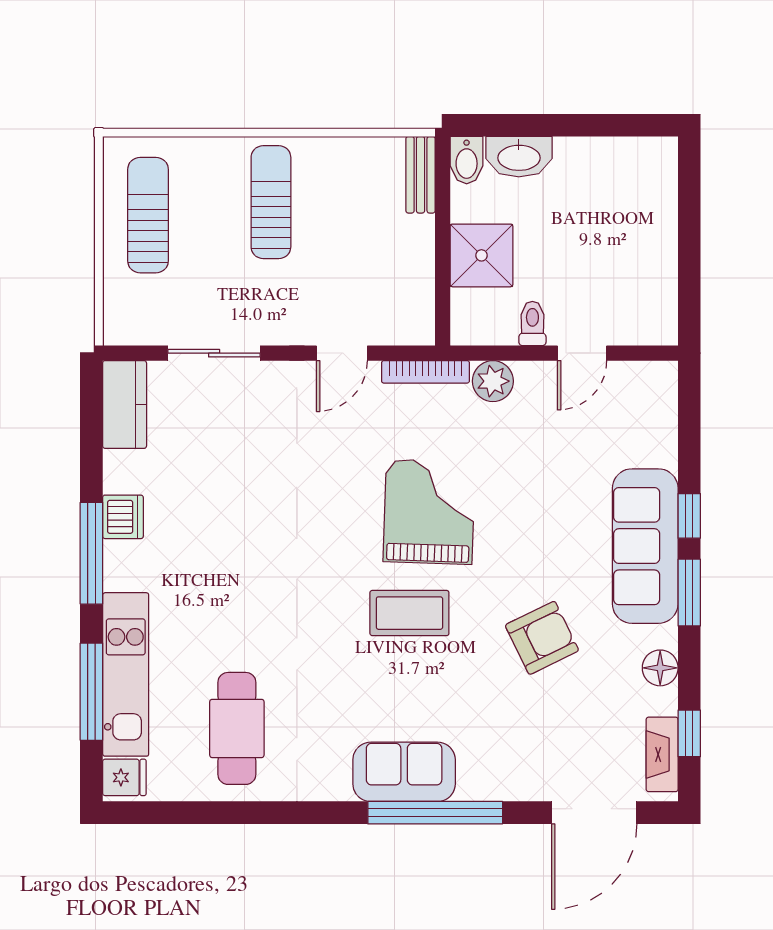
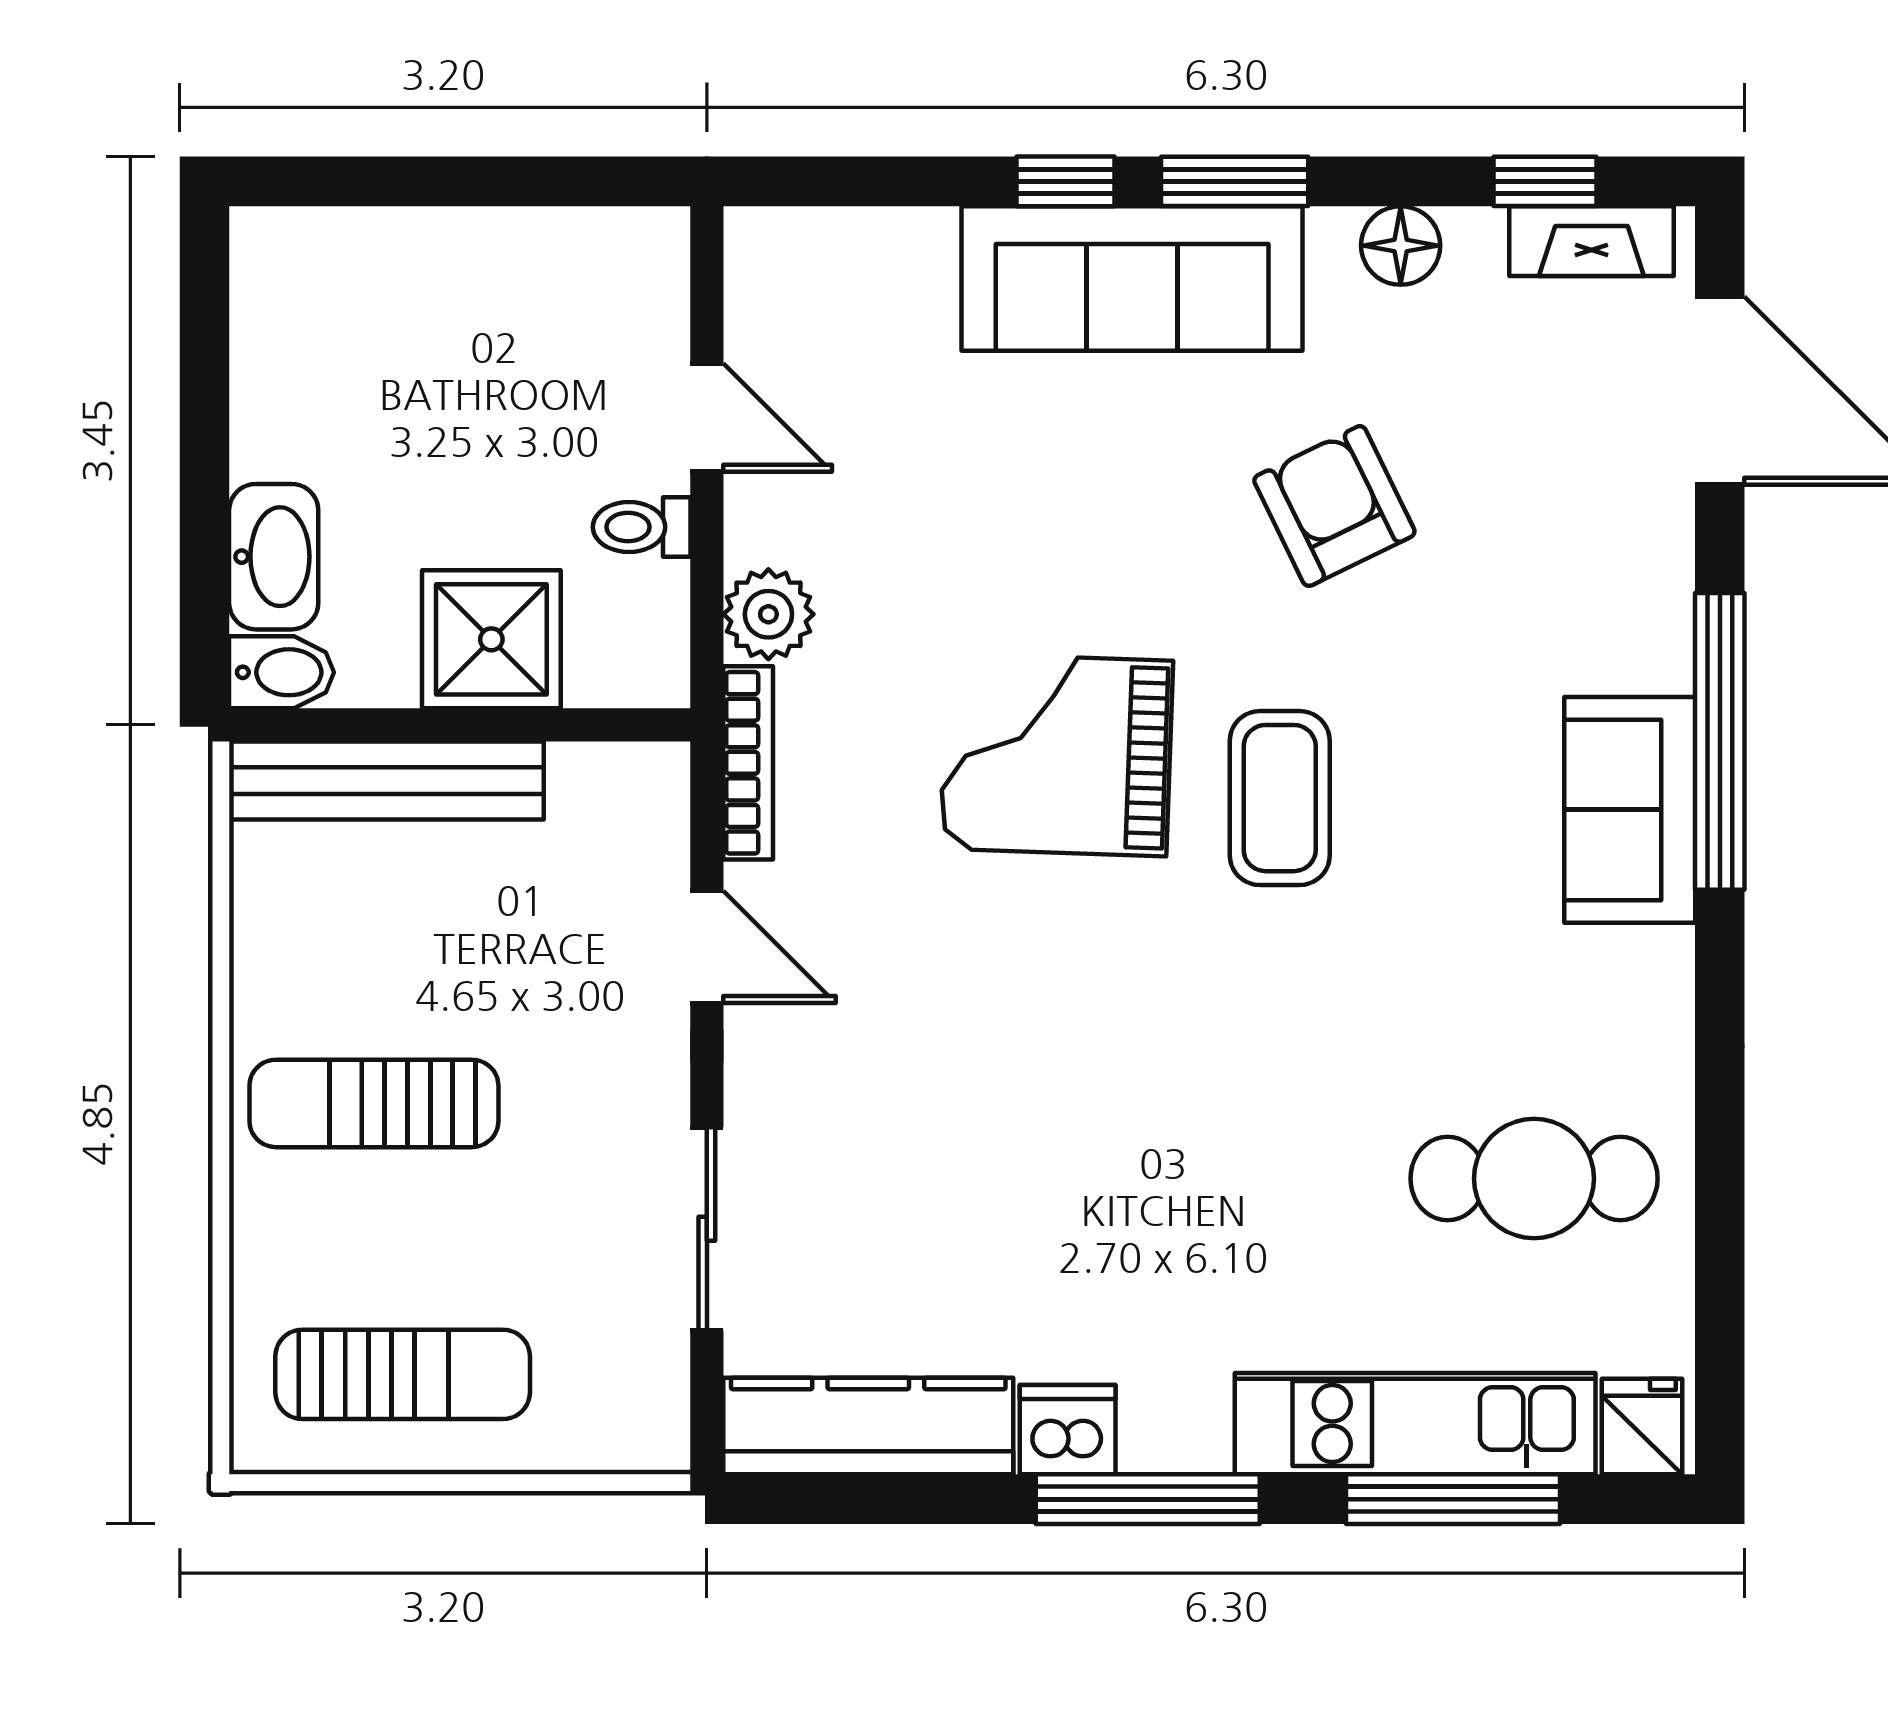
bench: (421, 175) -> (386, 781), width x1.86, depth x1.21
sun lounger: (148, 215) -> (403, 1374), turned 180
kitchen counter: (125, 404) -> (868, 1426), width x1.50

